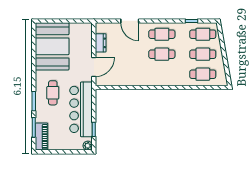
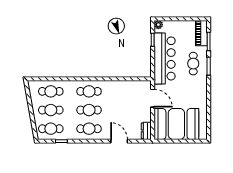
dresser: (101, 43) -> (146, 131), moved
booth: (52, 46) -> (176, 124), moved, turned 90
door: (94, 67) -> (153, 98), swing flipped
cafe table: (162, 74) -> (89, 91), added
cafe table: (53, 93) -> (193, 64), moved

